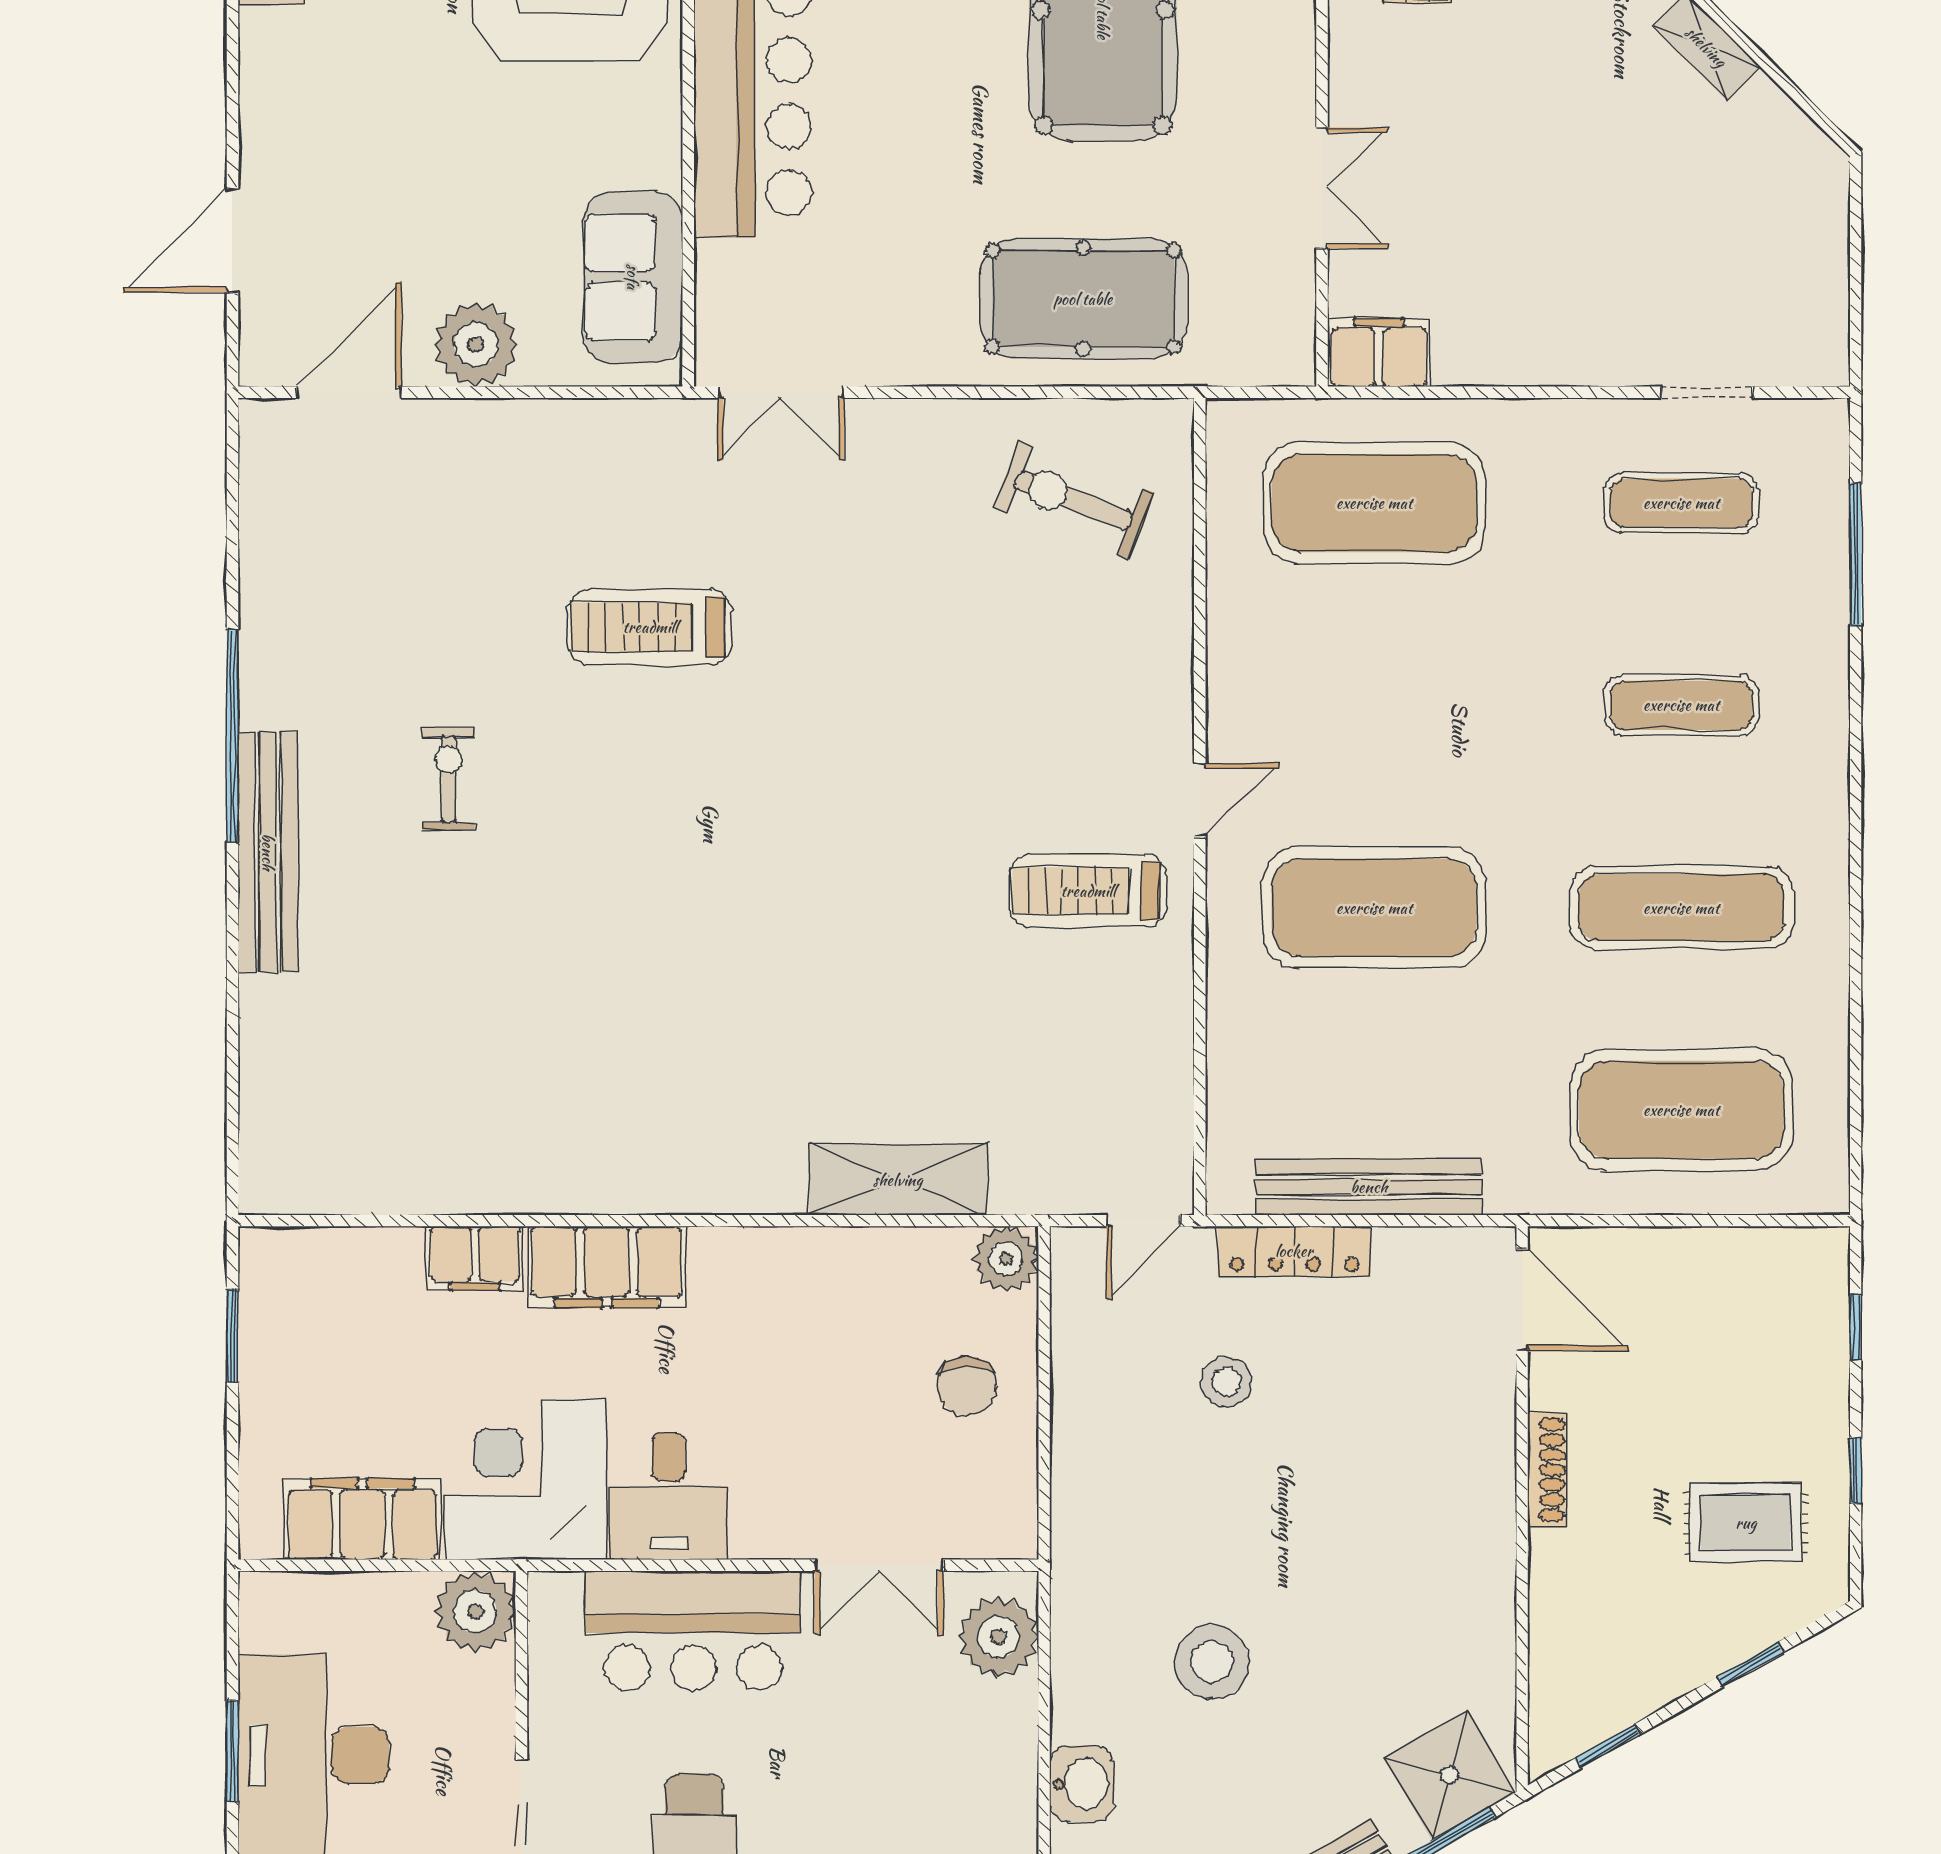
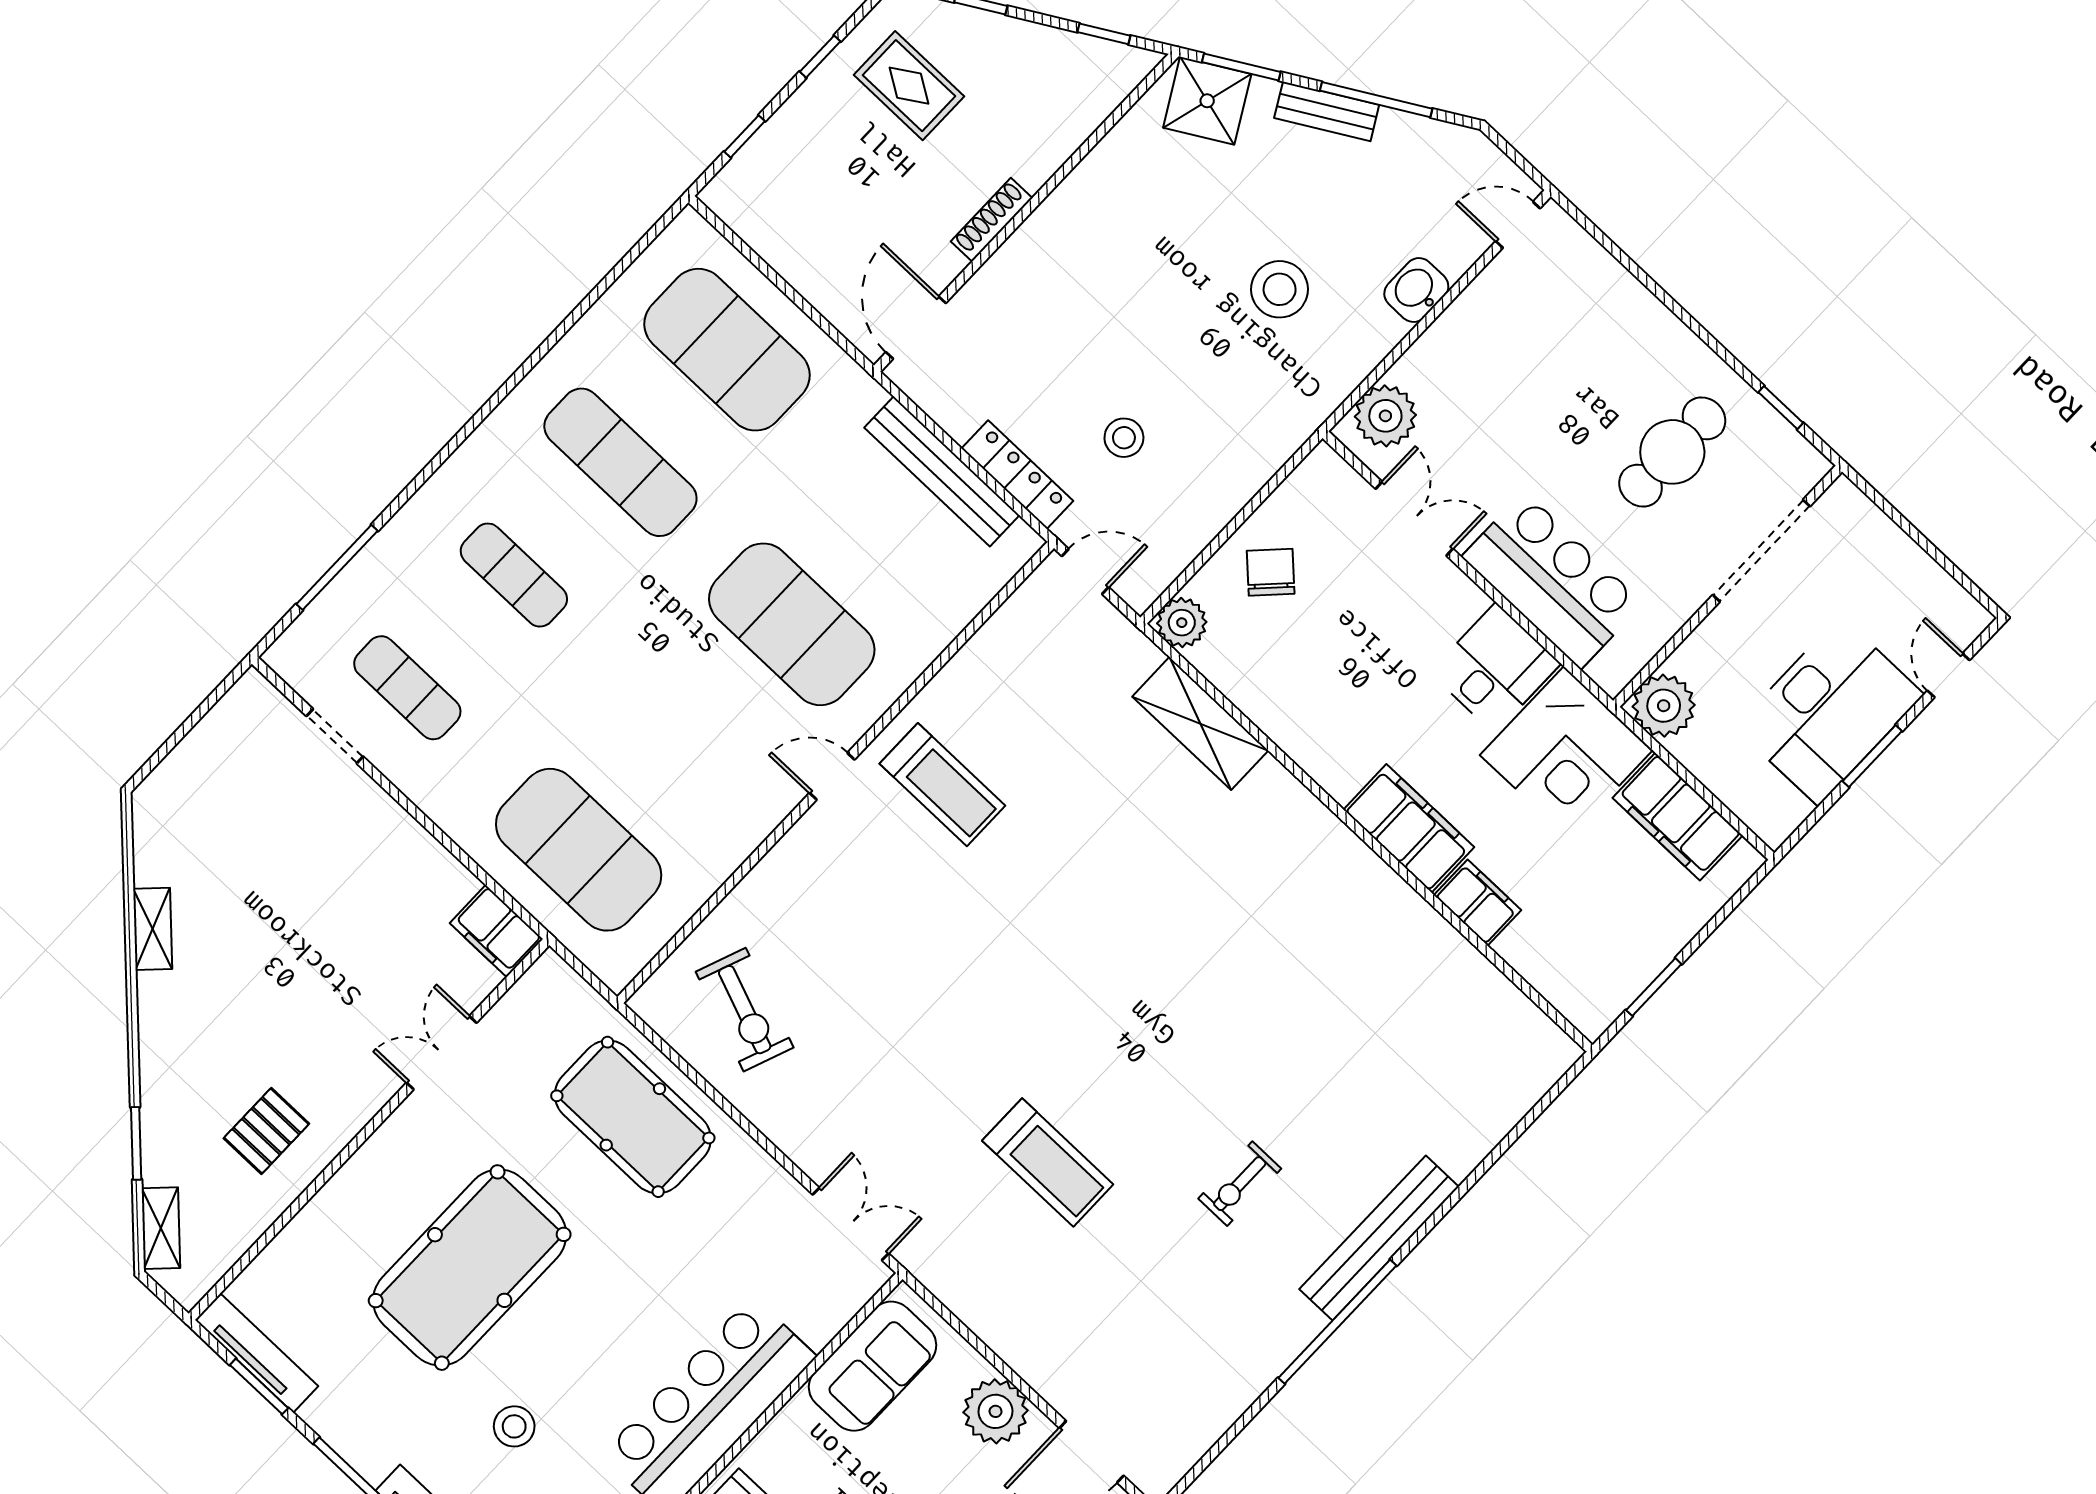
chair: (967, 1386) -> (1271, 572), turned -46

